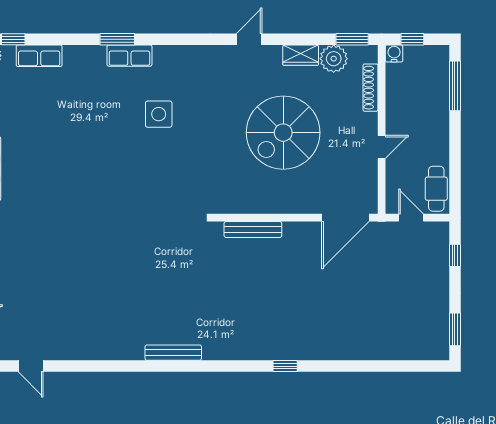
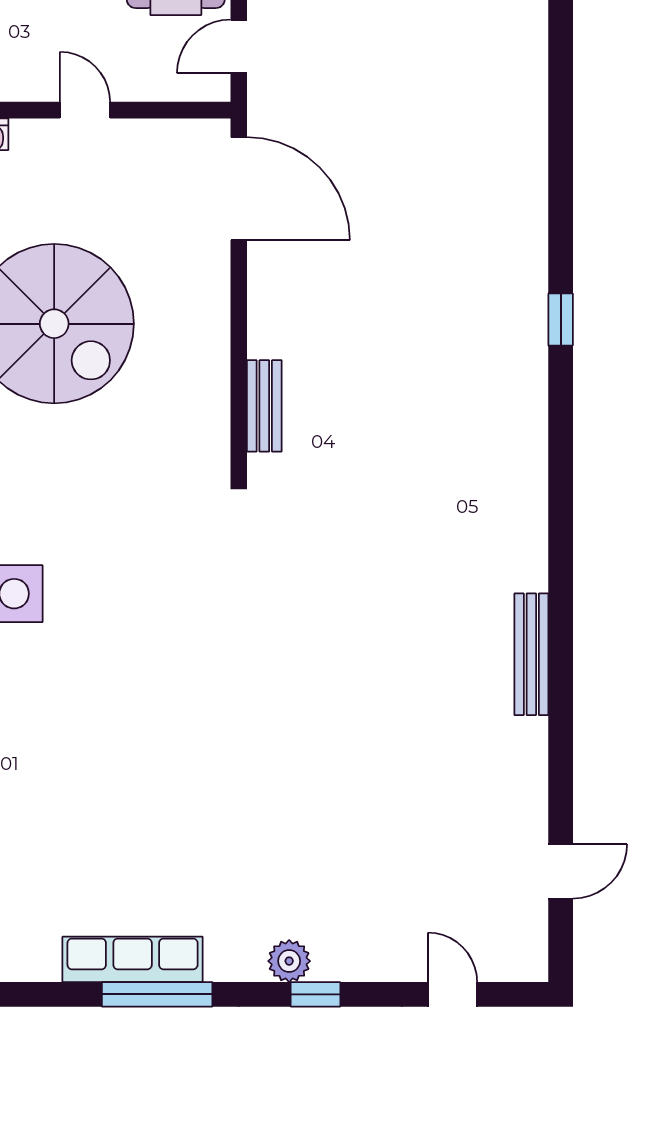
bench: (253, 229) -> (264, 406), width x0.73
bench: (173, 353) -> (531, 654), moved

